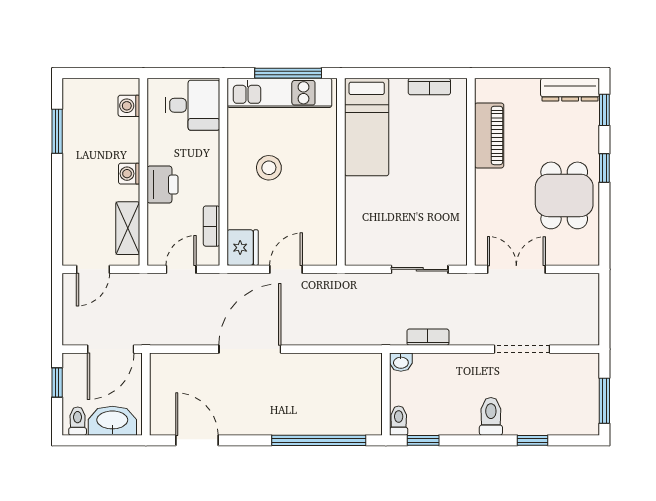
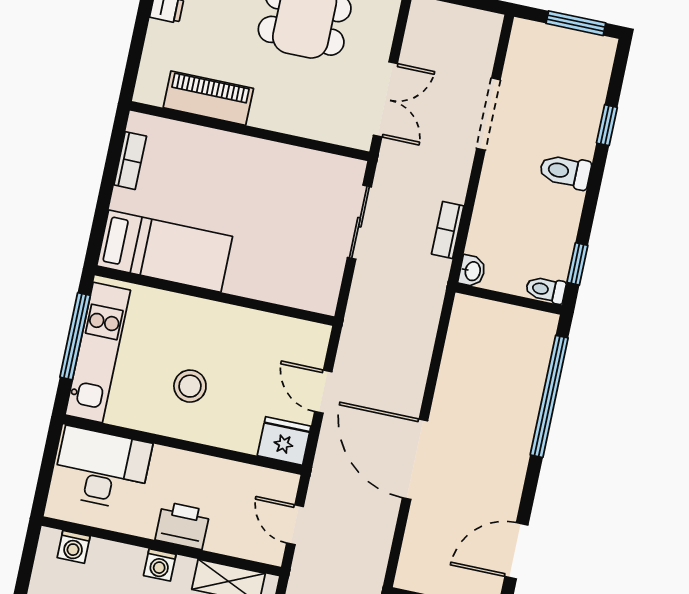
desk: (193, 105) -> (102, 469), width x1.37
bookcase: (212, 226) -> (248, 474), removed
double door: (516, 269) -> (385, 99), swing flipped

